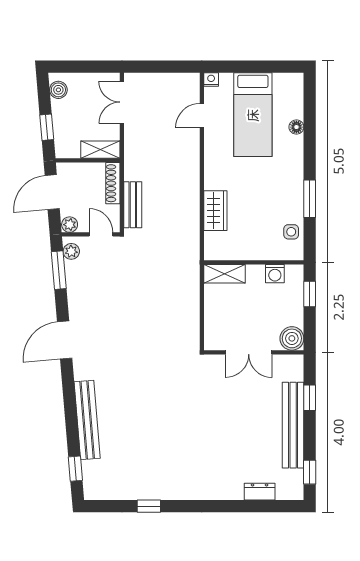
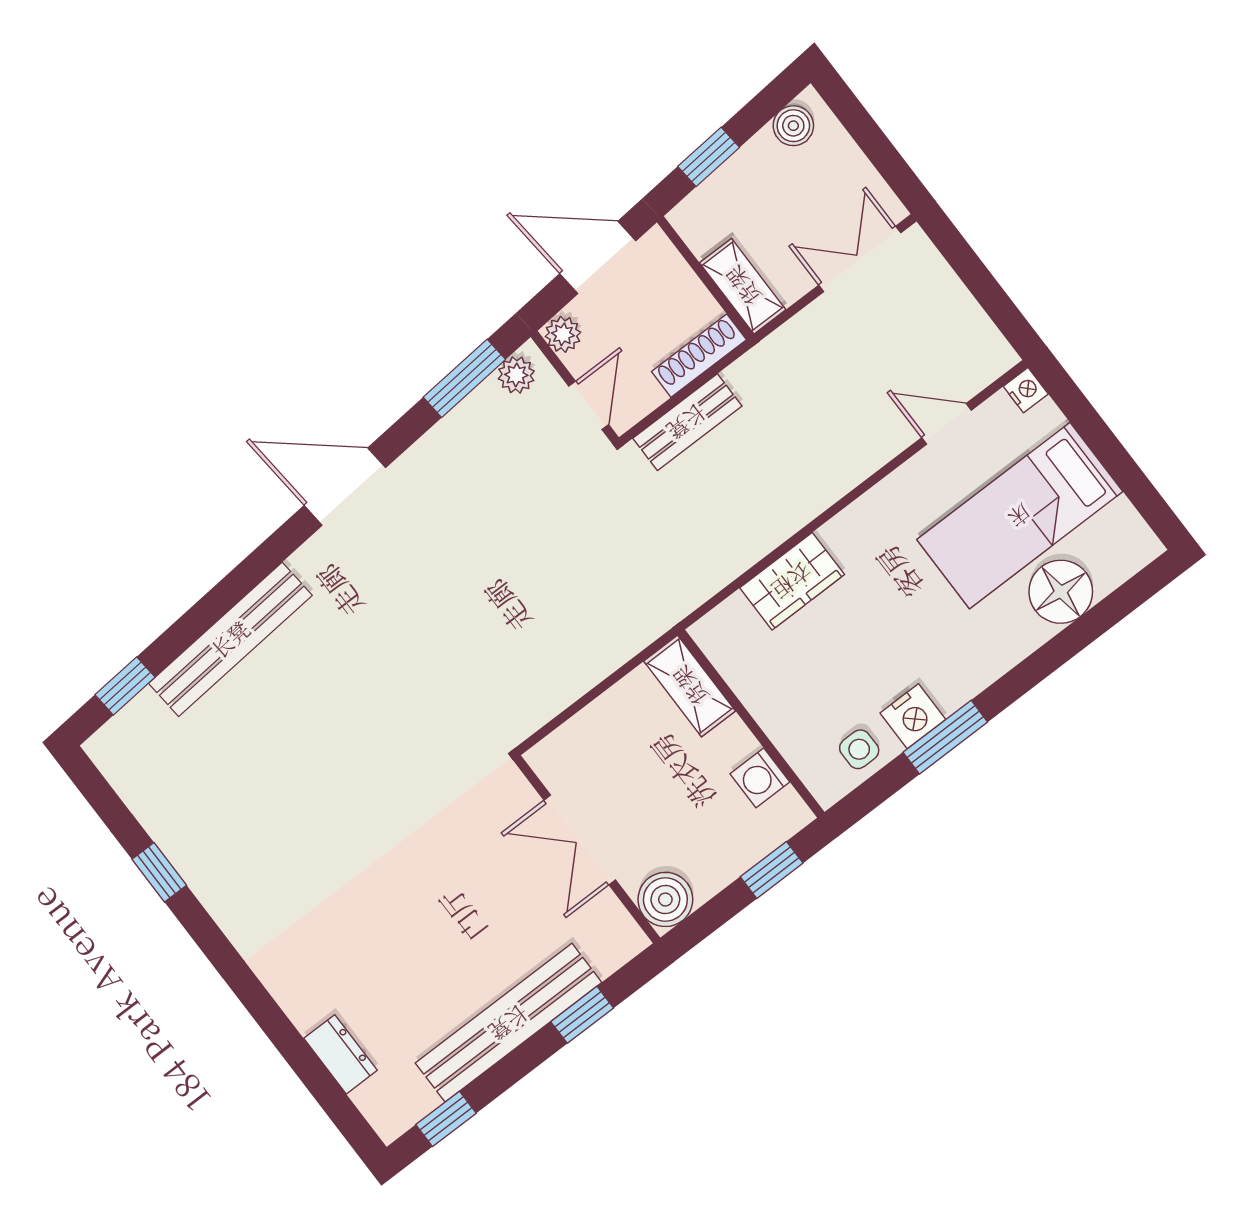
floor lamp: (296, 127) -> (1061, 592), width x1.89, depth x1.89
nightstand: (294, 205) -> (913, 716), added

